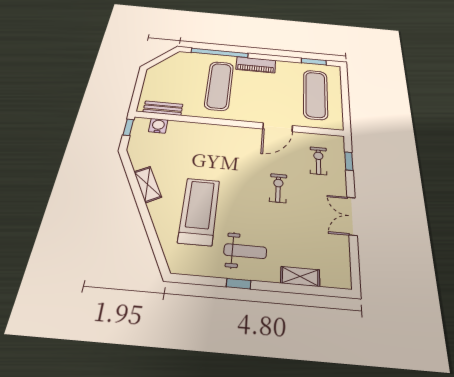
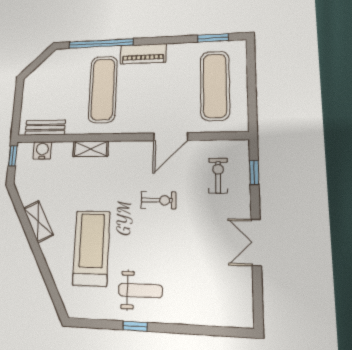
exercise bike: (278, 188) -> (158, 200), moved, turned 90
shelving: (300, 276) -> (91, 149), moved

